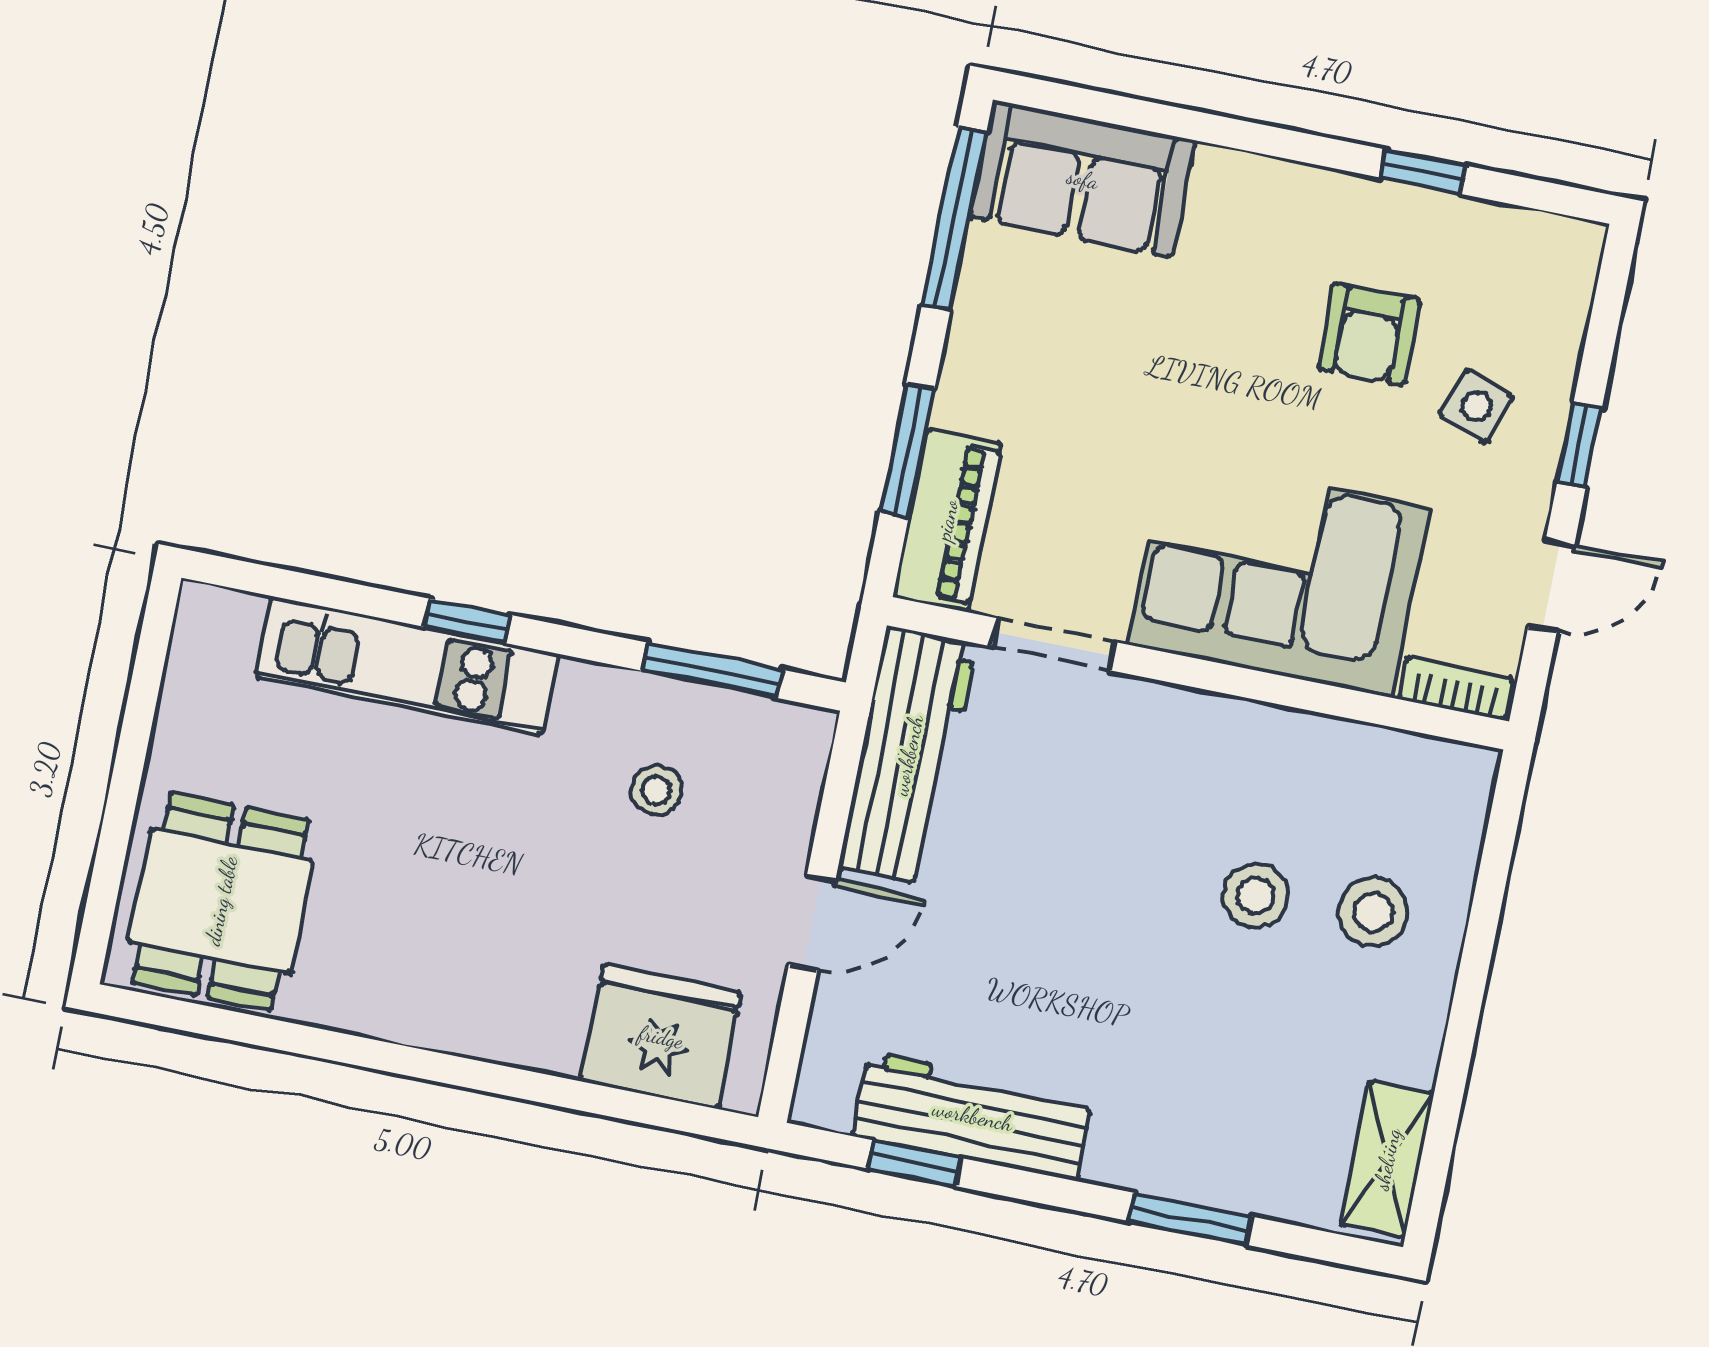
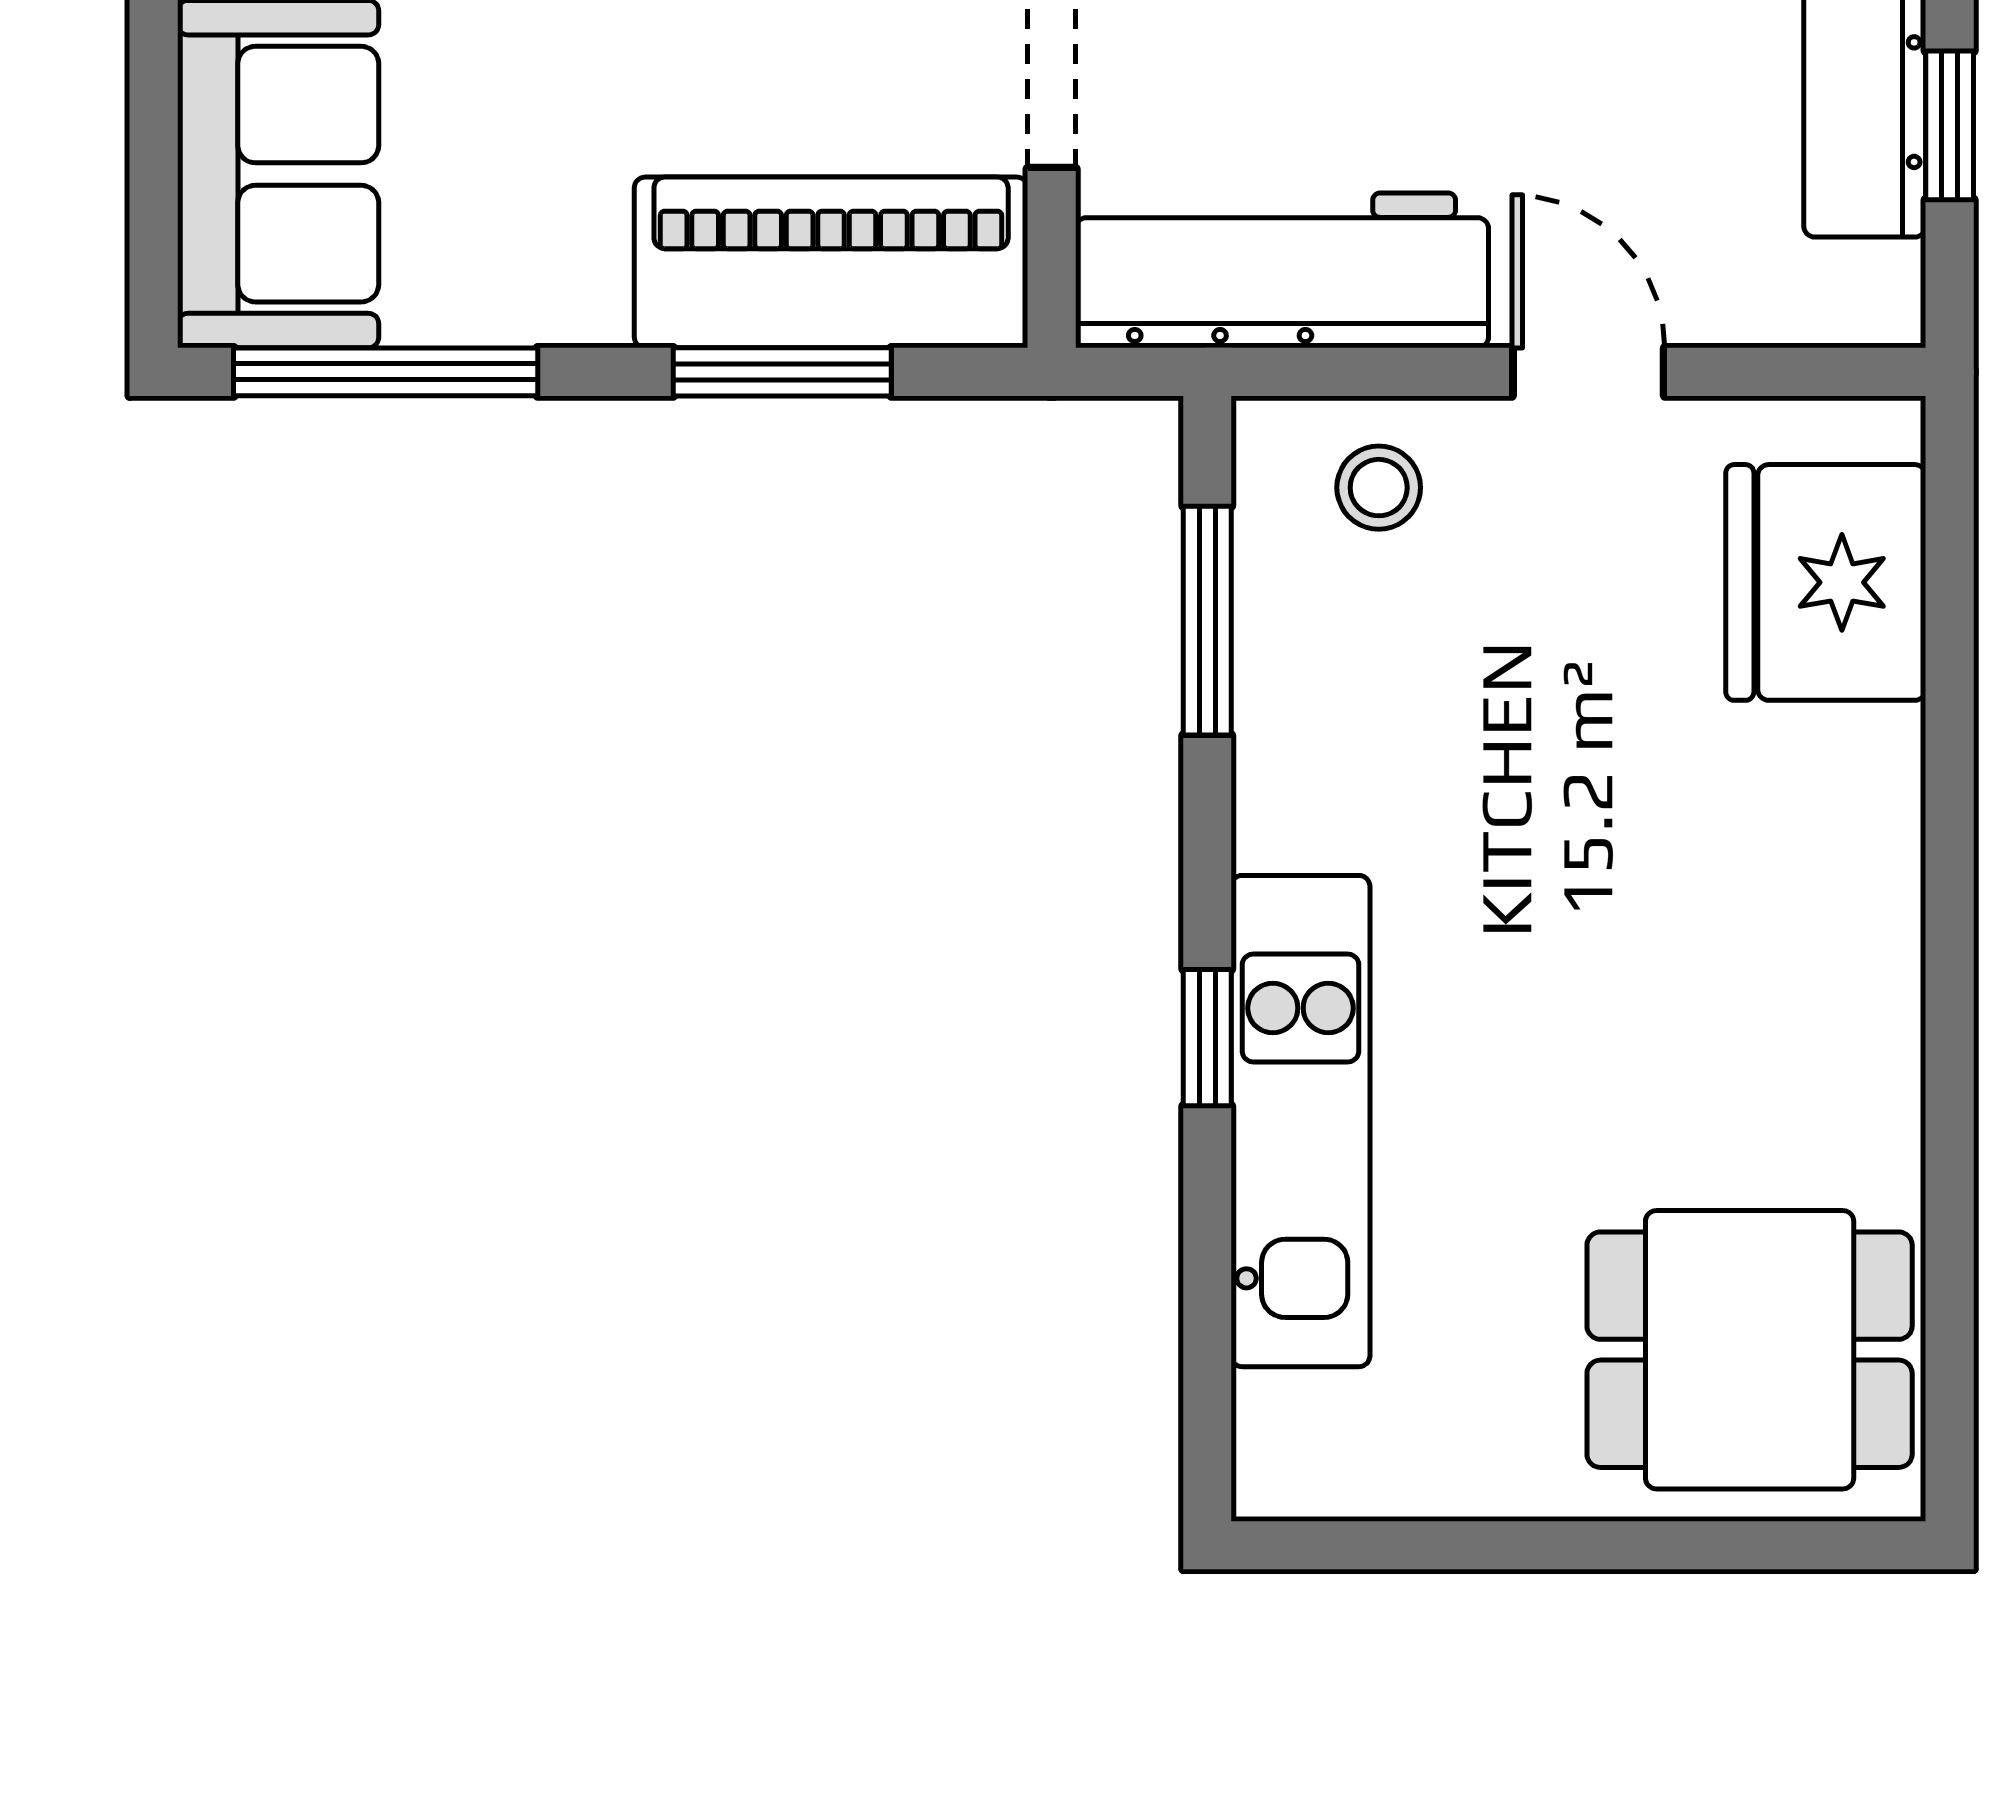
piano: (947, 520) -> (831, 262), width x1.37, depth x1.33
stool: (656, 790) -> (1379, 488), moved

